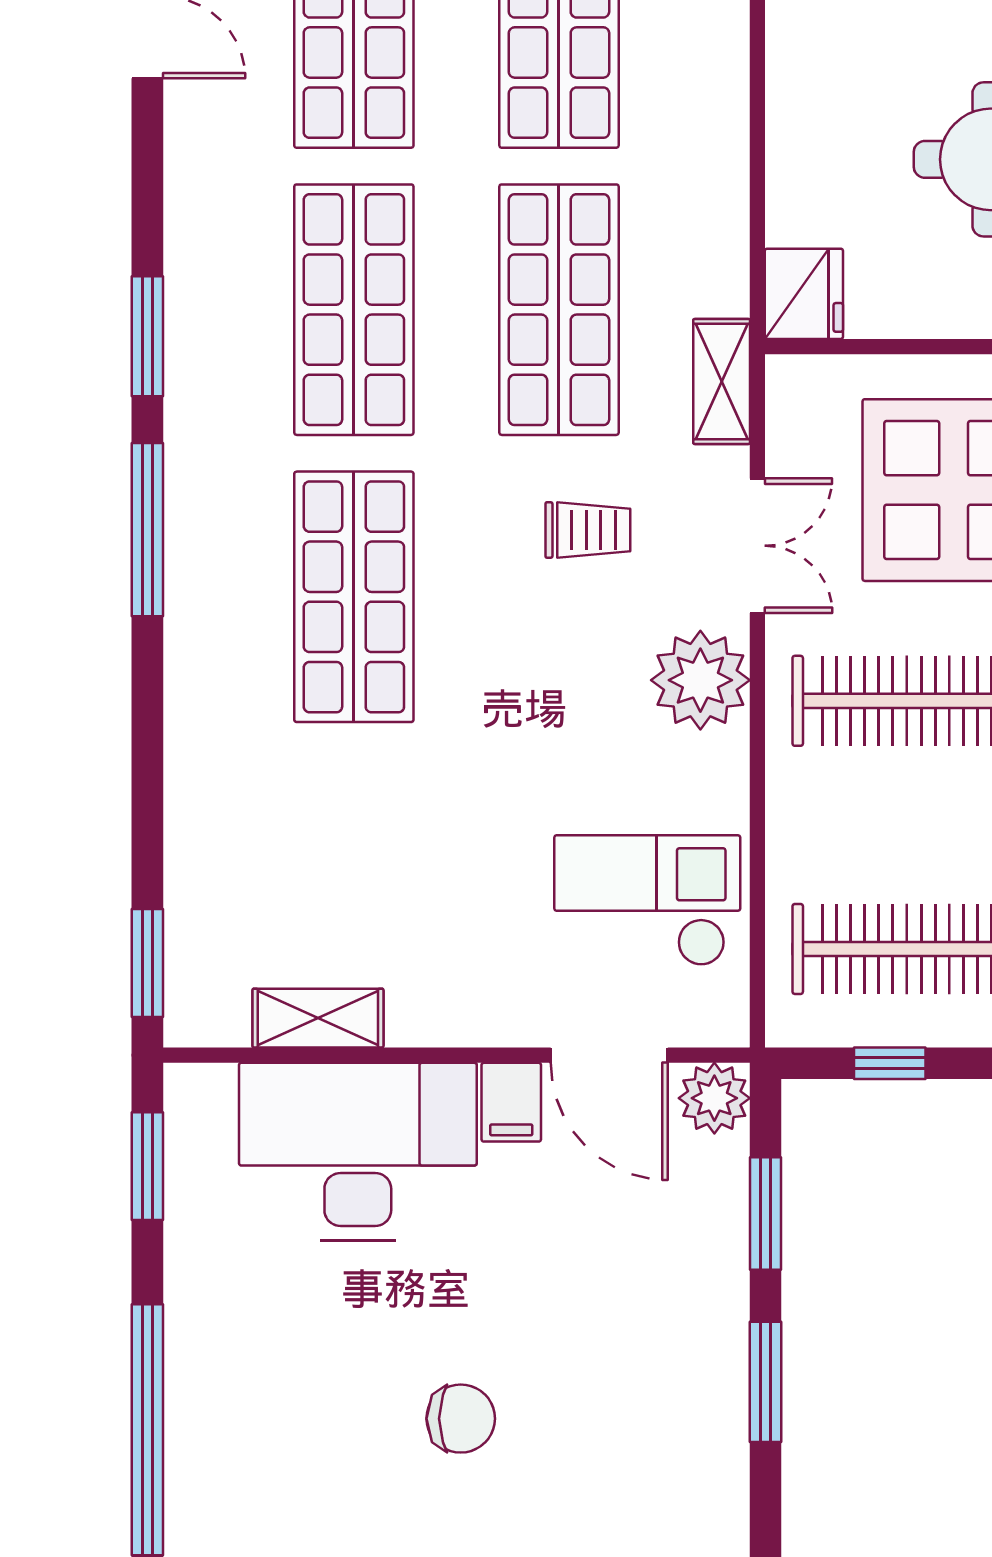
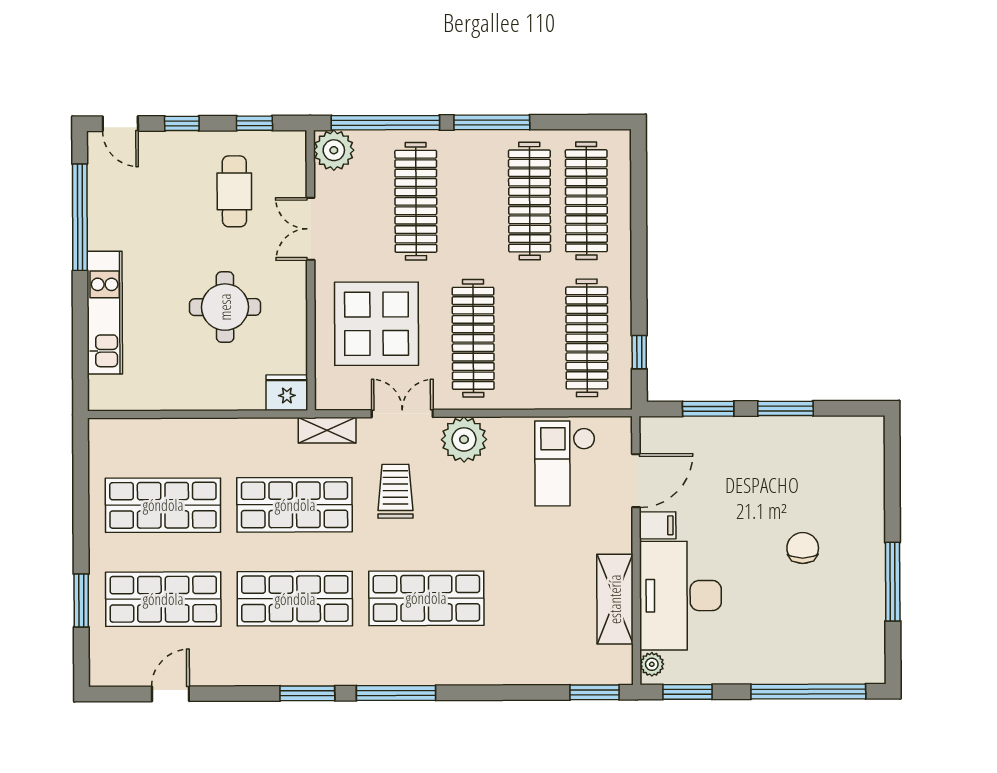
trolley: (588, 530) -> (395, 491), width x1.36, depth x1.39
shelving: (318, 1018) -> (615, 599), width x1.50, depth x1.33
plant: (714, 1098) -> (652, 664), moved, width x0.73, depth x0.73

